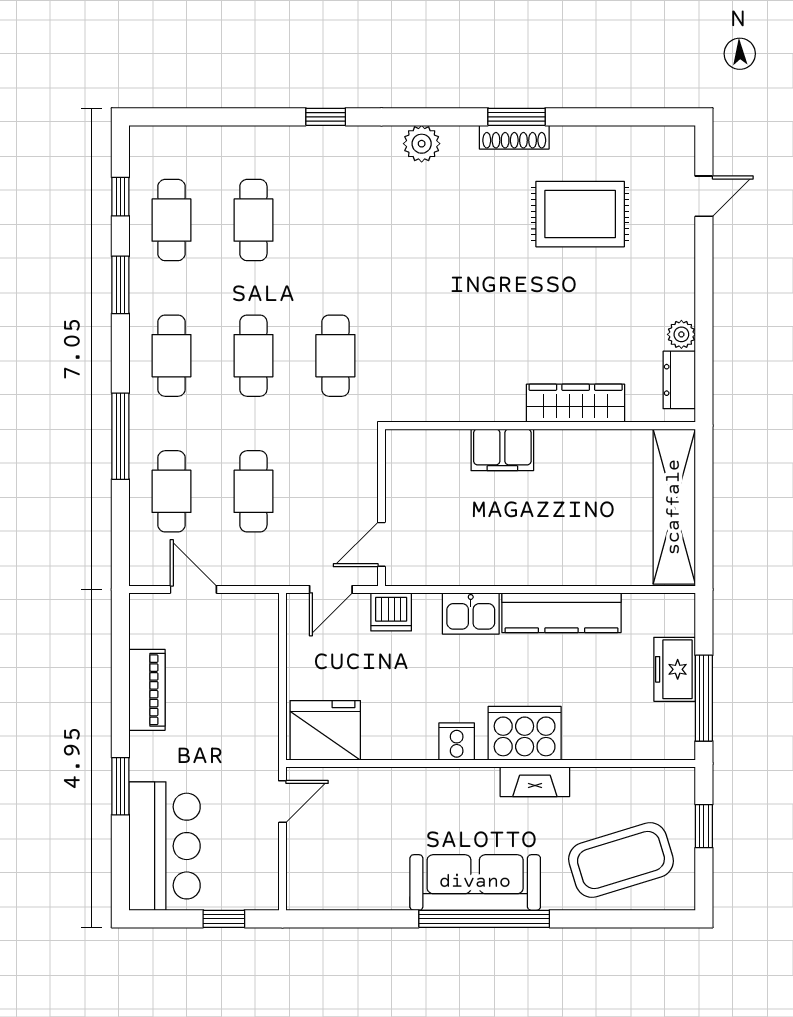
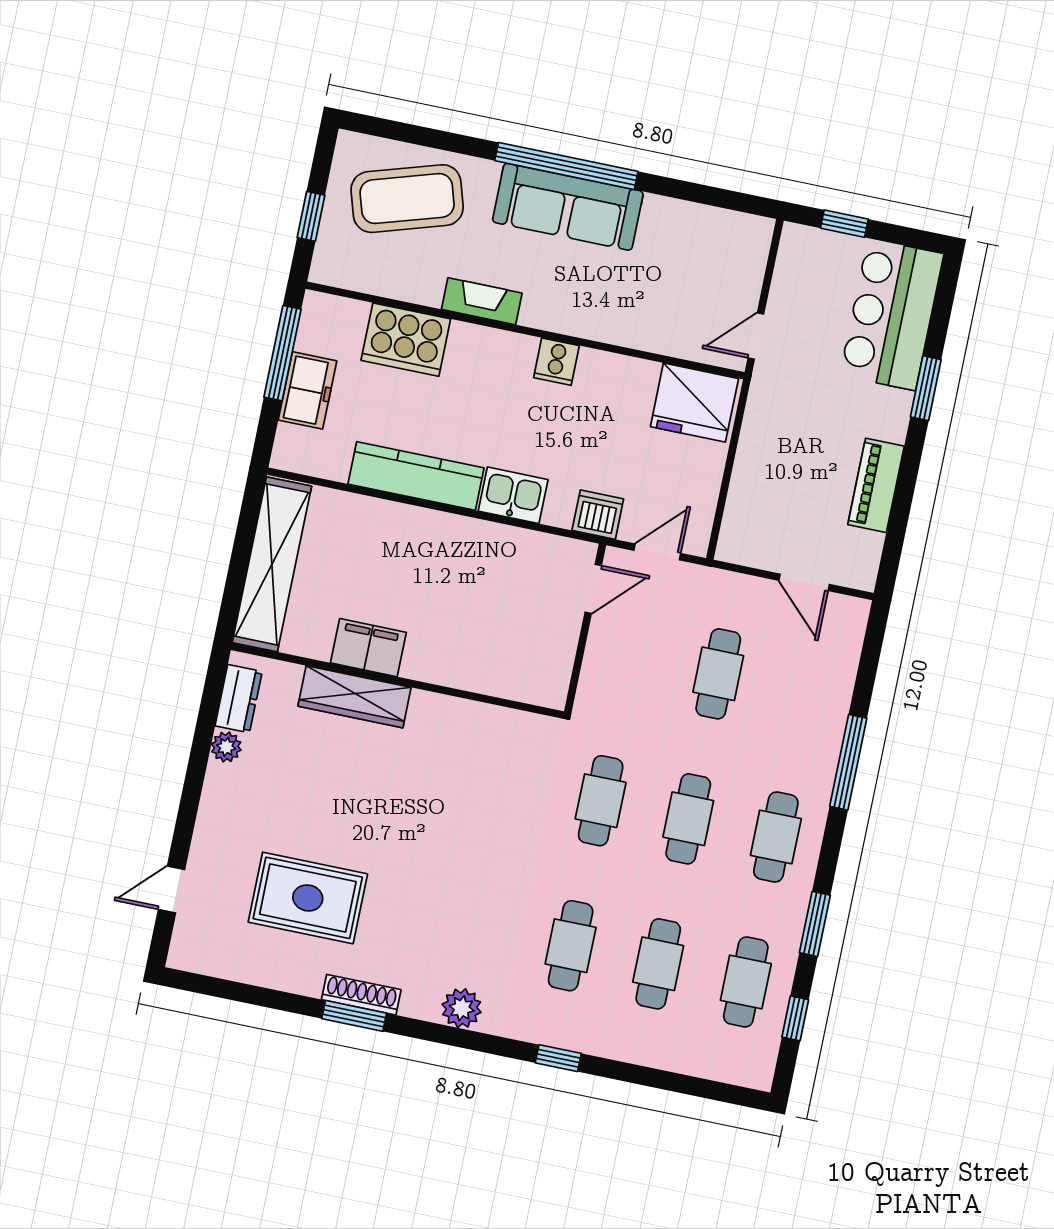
filing cabinet: (502, 450) -> (368, 648), moved
cafe table: (171, 491) -> (571, 946), moved
cooker: (525, 733) -> (406, 340), moved

